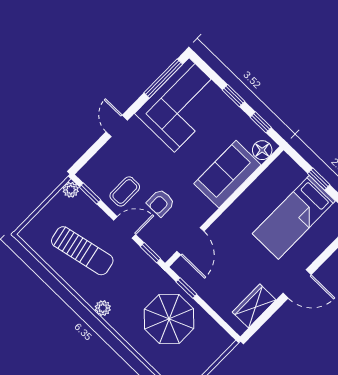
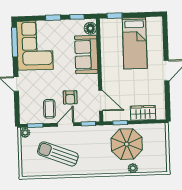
window: (319, 179) -> (115, 16), moved
sun lounger: (82, 251) -> (58, 154), turned -147
wardrobe: (254, 306) -> (143, 113), moved, turned 90
plant: (103, 308) -> (133, 168), moved

